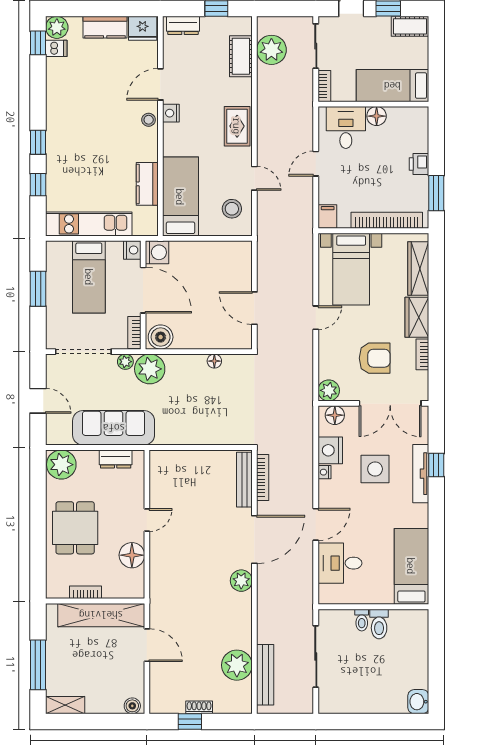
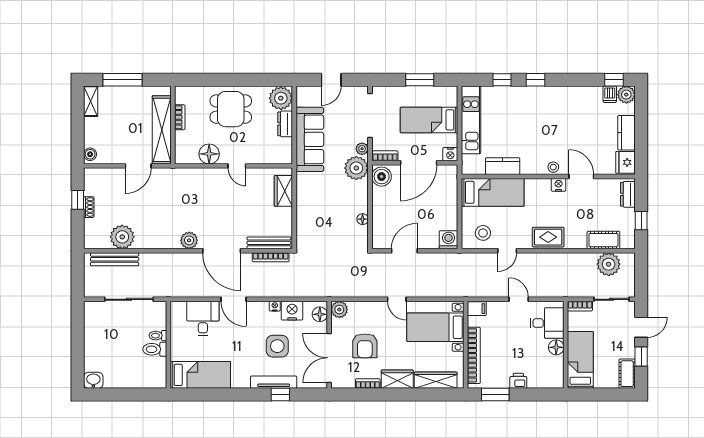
washing machine: (157, 252) -> (448, 240), moved, turned 180
dresser: (116, 459) -> (285, 124), moved
wardrobe: (179, 461) -> (283, 191), added

